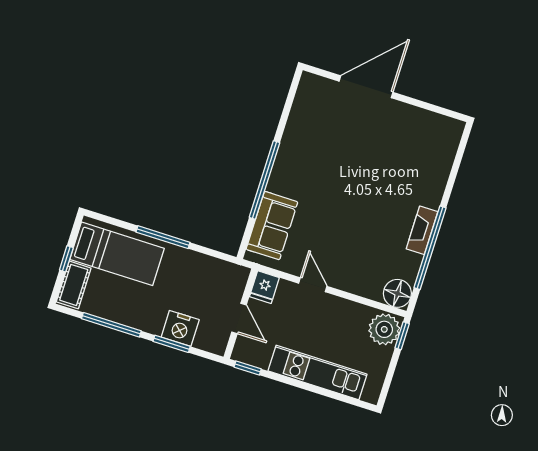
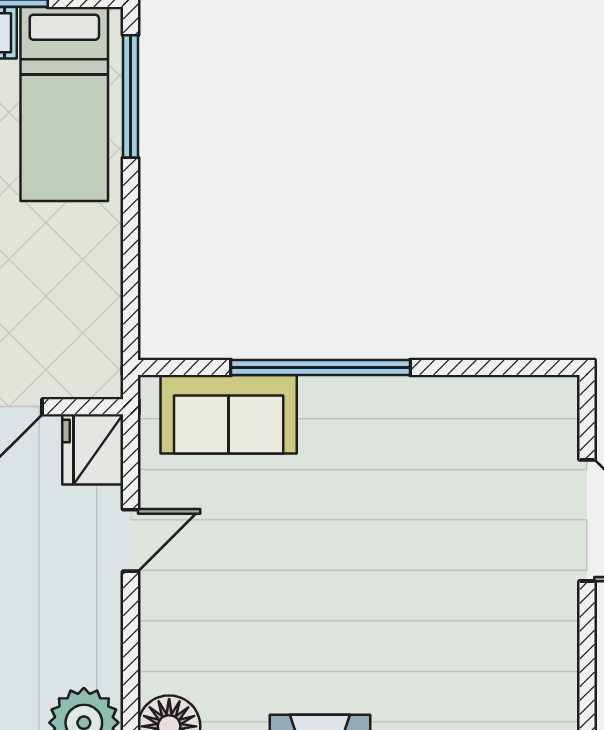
window: (163, 237) -> (131, 96), moved
fridge: (264, 287) -> (93, 449), width x1.38

